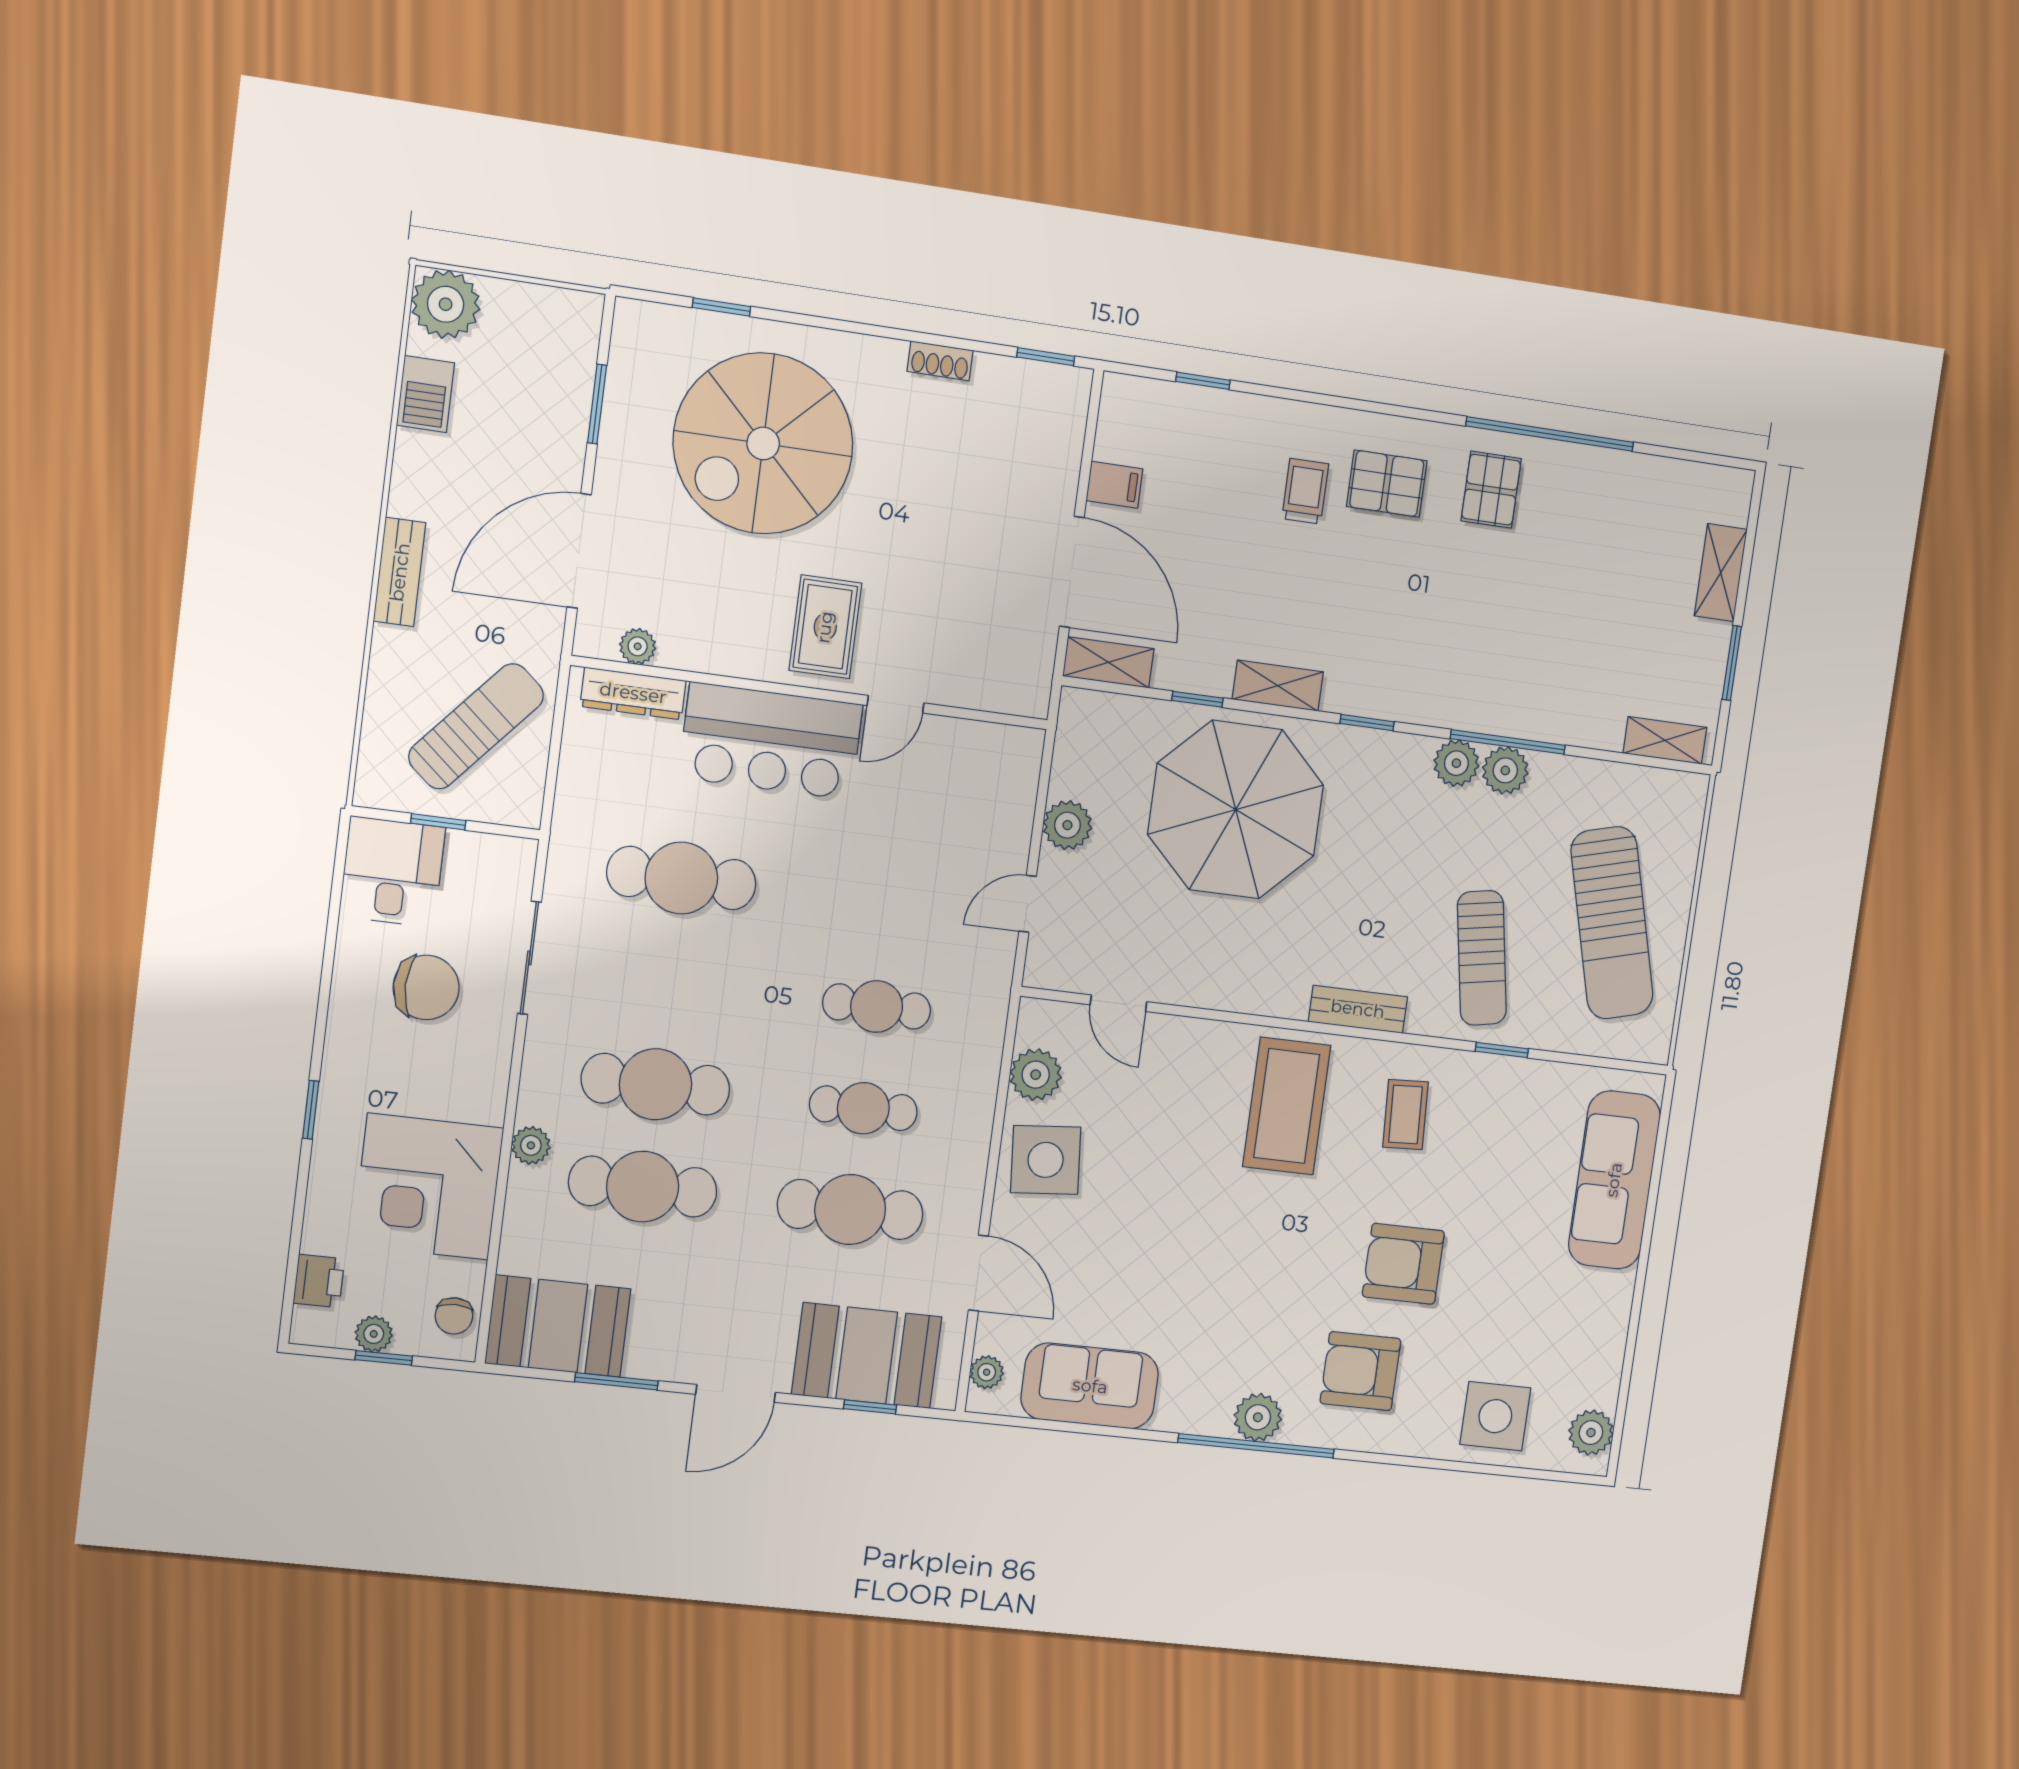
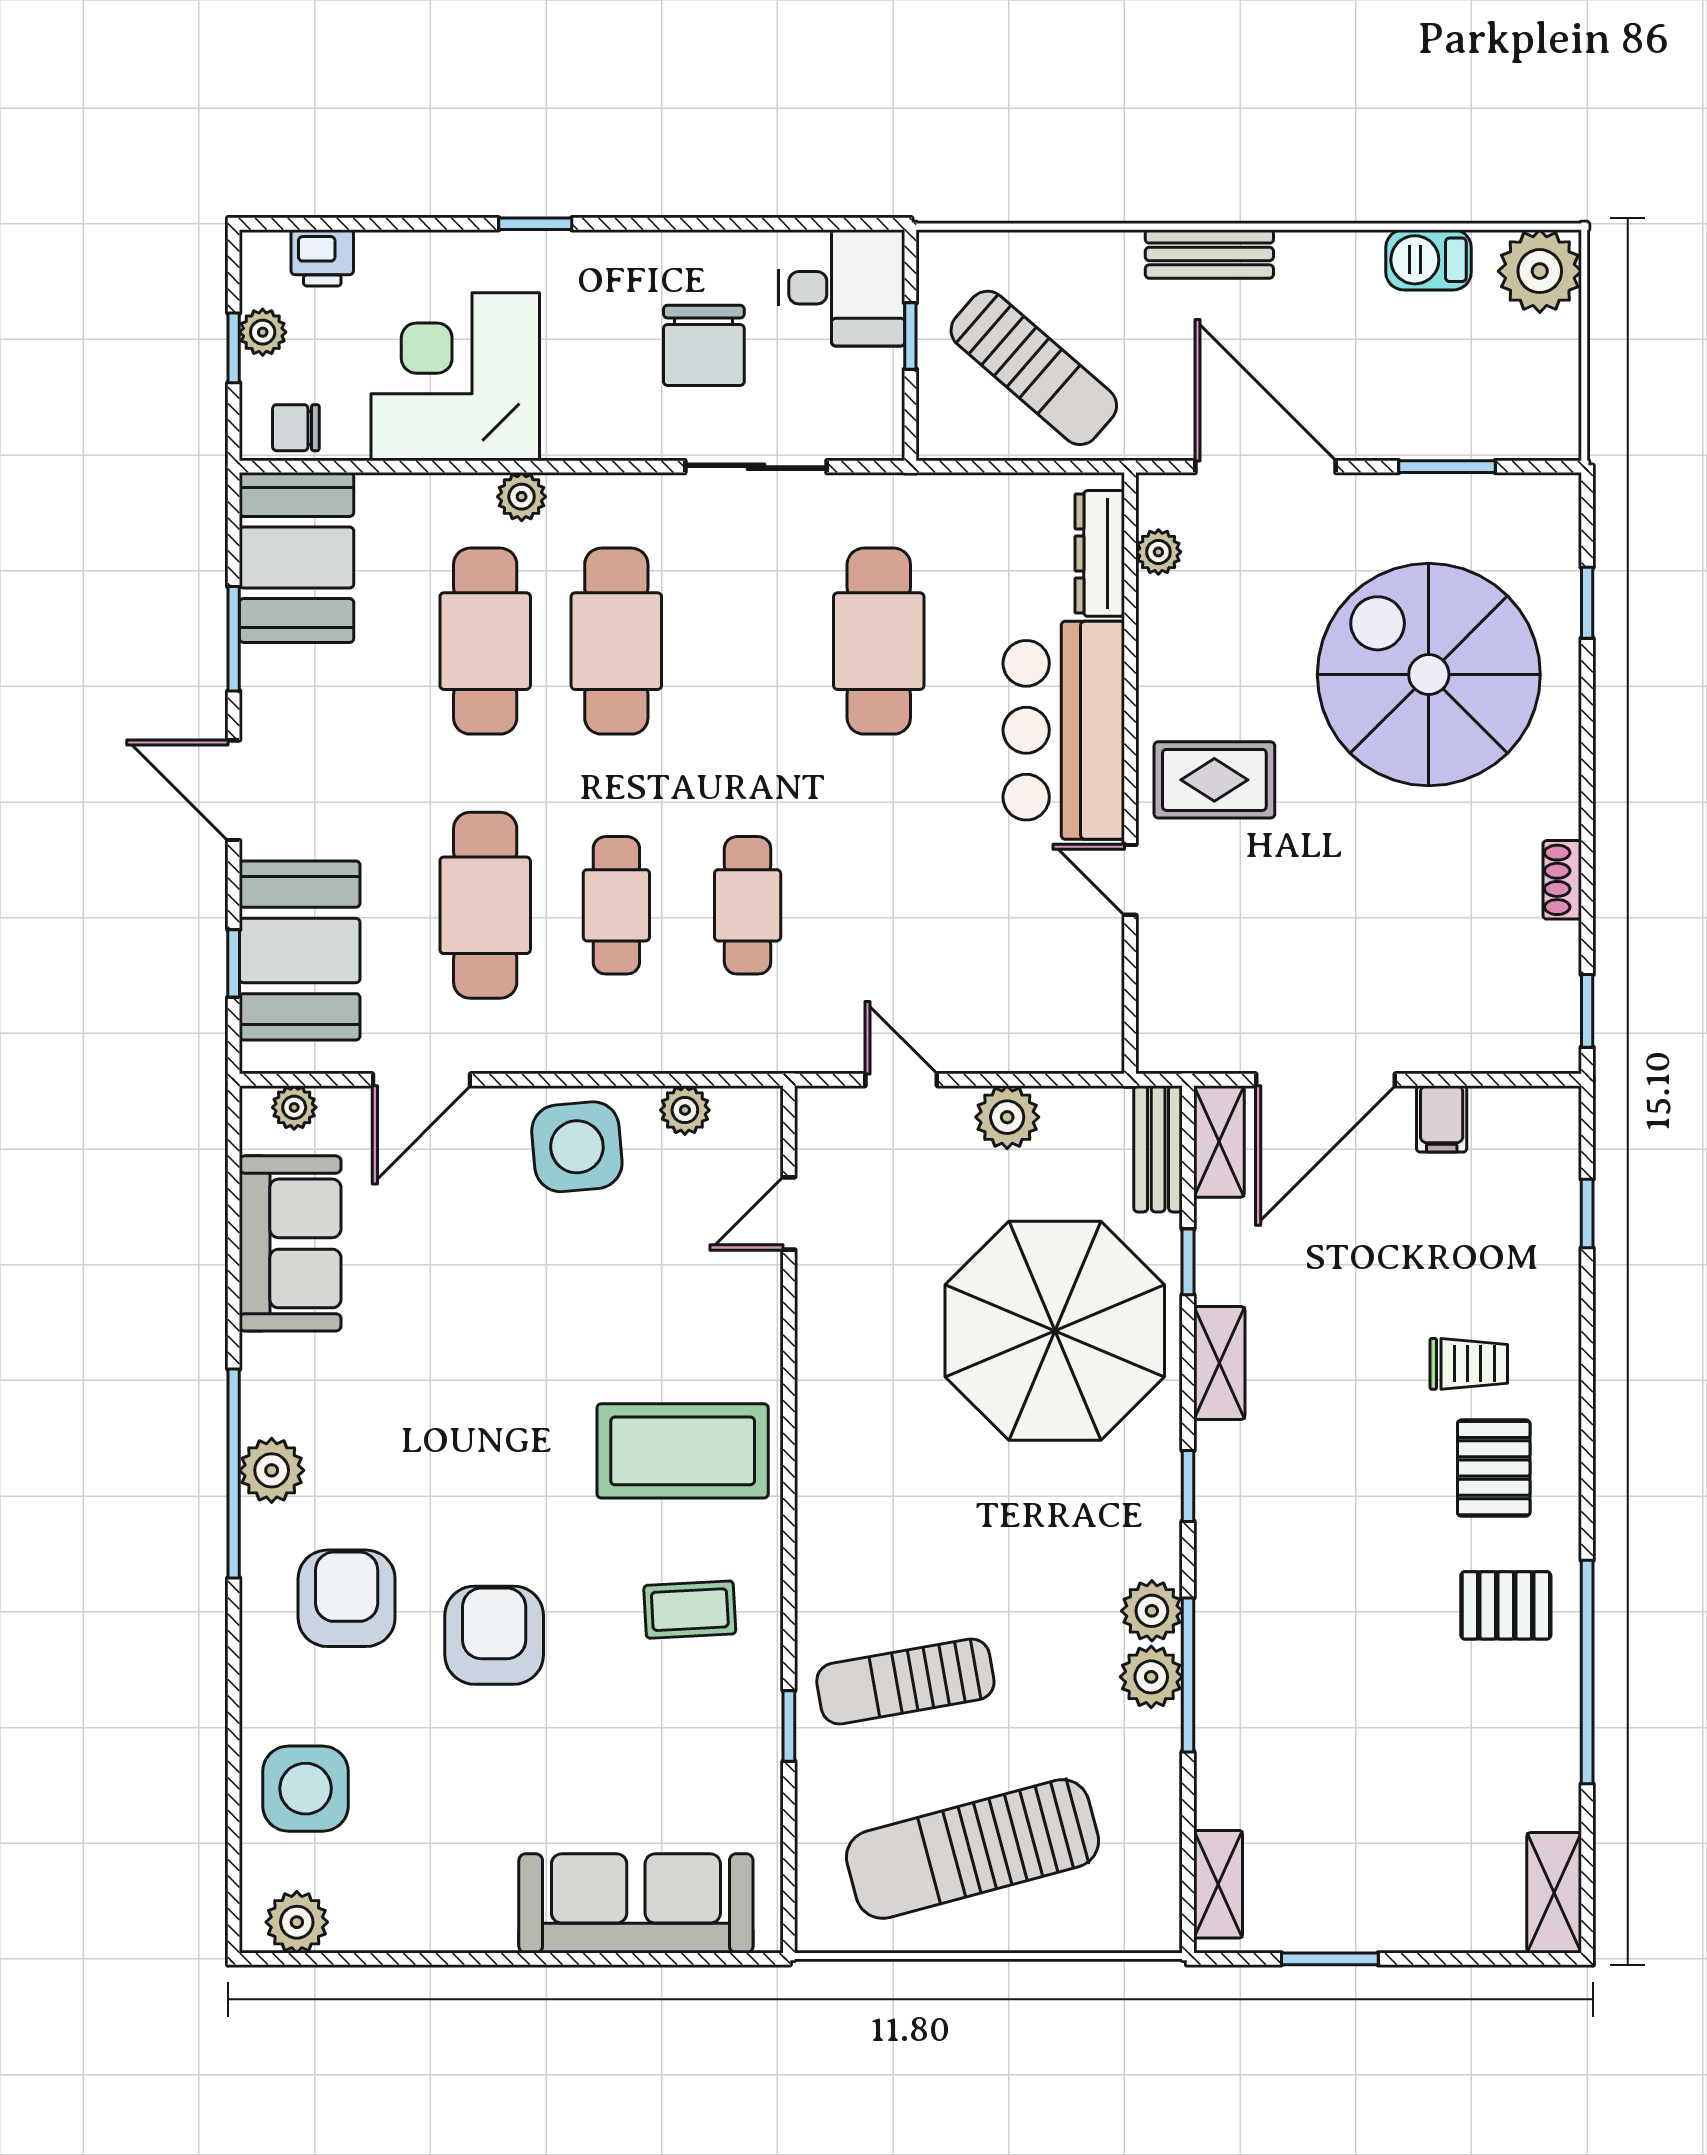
shelving: (1721, 573) -> (1554, 1893), moved, turned 90
bench: (1358, 1009) -> (1158, 1149), moved
plant: (1036, 1075) -> (685, 1110), width x0.73, depth x0.73

